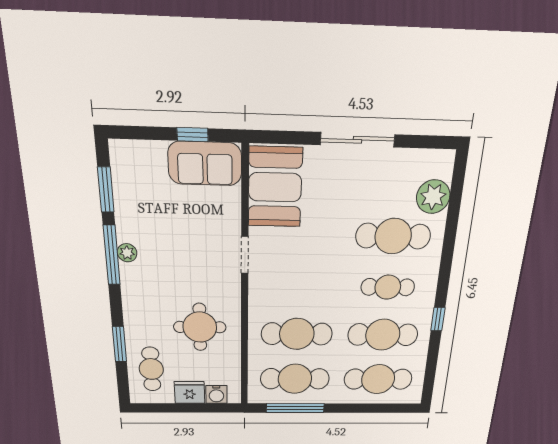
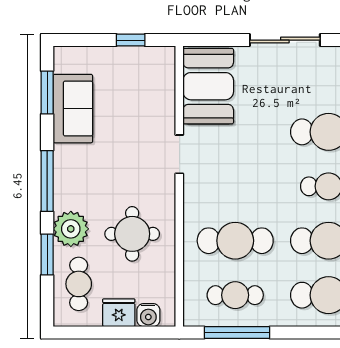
sofa: (205, 163) -> (73, 109), moved, turned -90
plant: (127, 253) -> (71, 229), moved, width x1.88, depth x1.88
window: (112, 255) -> (47, 181), moved
cafe table: (295, 379) -> (235, 295), width x0.73, depth x0.74

